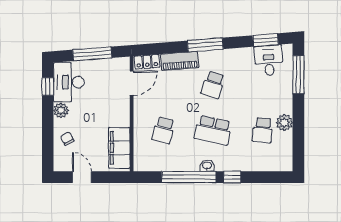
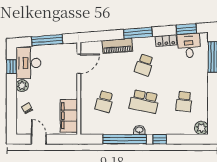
locker: (147, 62) -> (166, 41), moved
plant: (284, 123) -> (201, 128), moved

